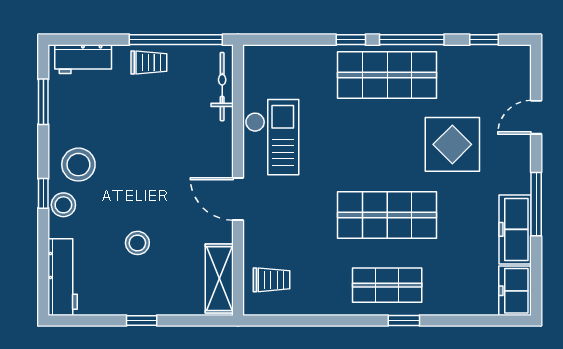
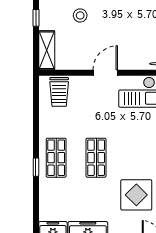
shop shelf: (387, 215) -> (96, 158), width x0.70, depth x0.74
shelving: (219, 279) -> (47, 50), moved, turned 90
trolley: (272, 280) -> (59, 92), width x1.36, depth x1.39

